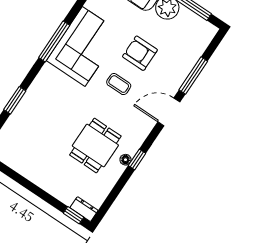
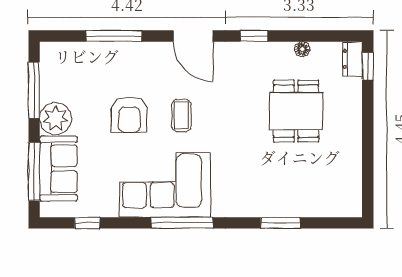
door: (169, 112) -> (193, 36), moved
dining table: (95, 145) -> (296, 111), moved, turned 90
floor lamp: (125, 160) -> (302, 49), moved

